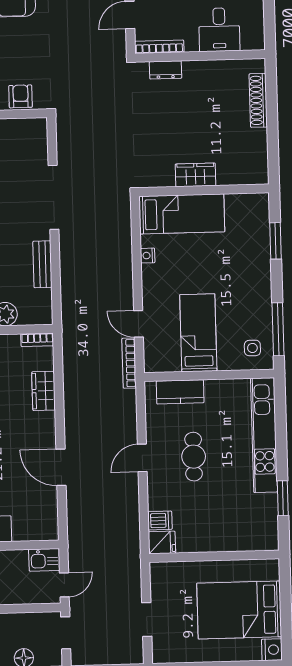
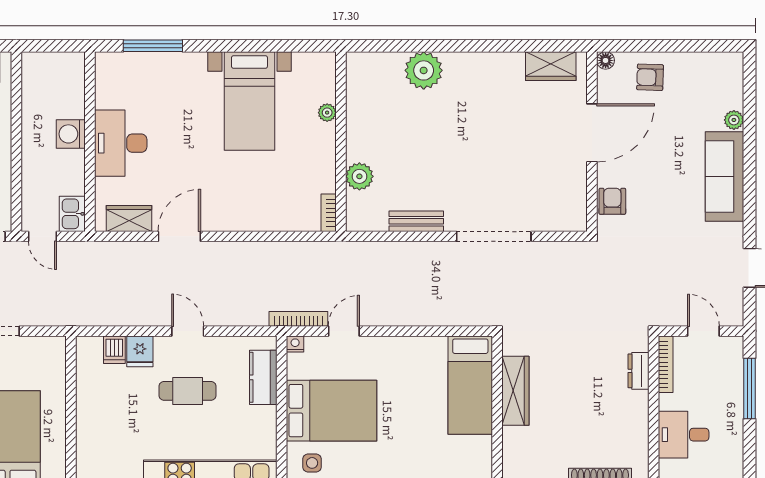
armchair: (21, 96) -> (612, 201), turned -90
wardrobe: (196, 175) -> (515, 391), width x1.50
nightstand: (148, 256) -> (295, 344), moved
bed: (198, 333) -> (331, 411), width x1.50
wardrobe: (44, 391) -> (129, 218), moved
fridge: (162, 542) -> (140, 351), moved

